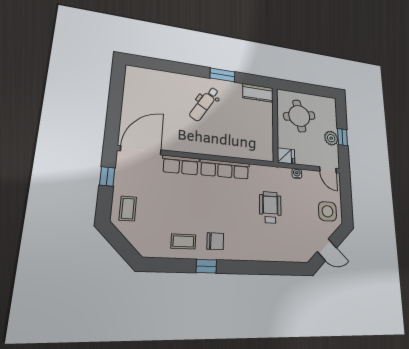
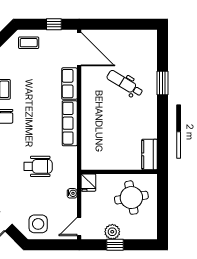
window: (222, 75) -> (163, 83), moved
dental chair: (204, 104) -> (125, 83), moved

